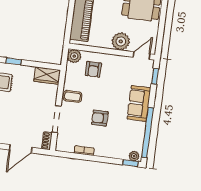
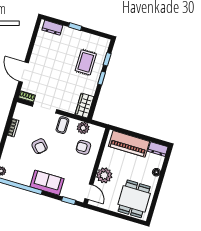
plant: (74, 56) -> (83, 128), moved
armchair: (100, 118) -> (40, 146), turned 138

